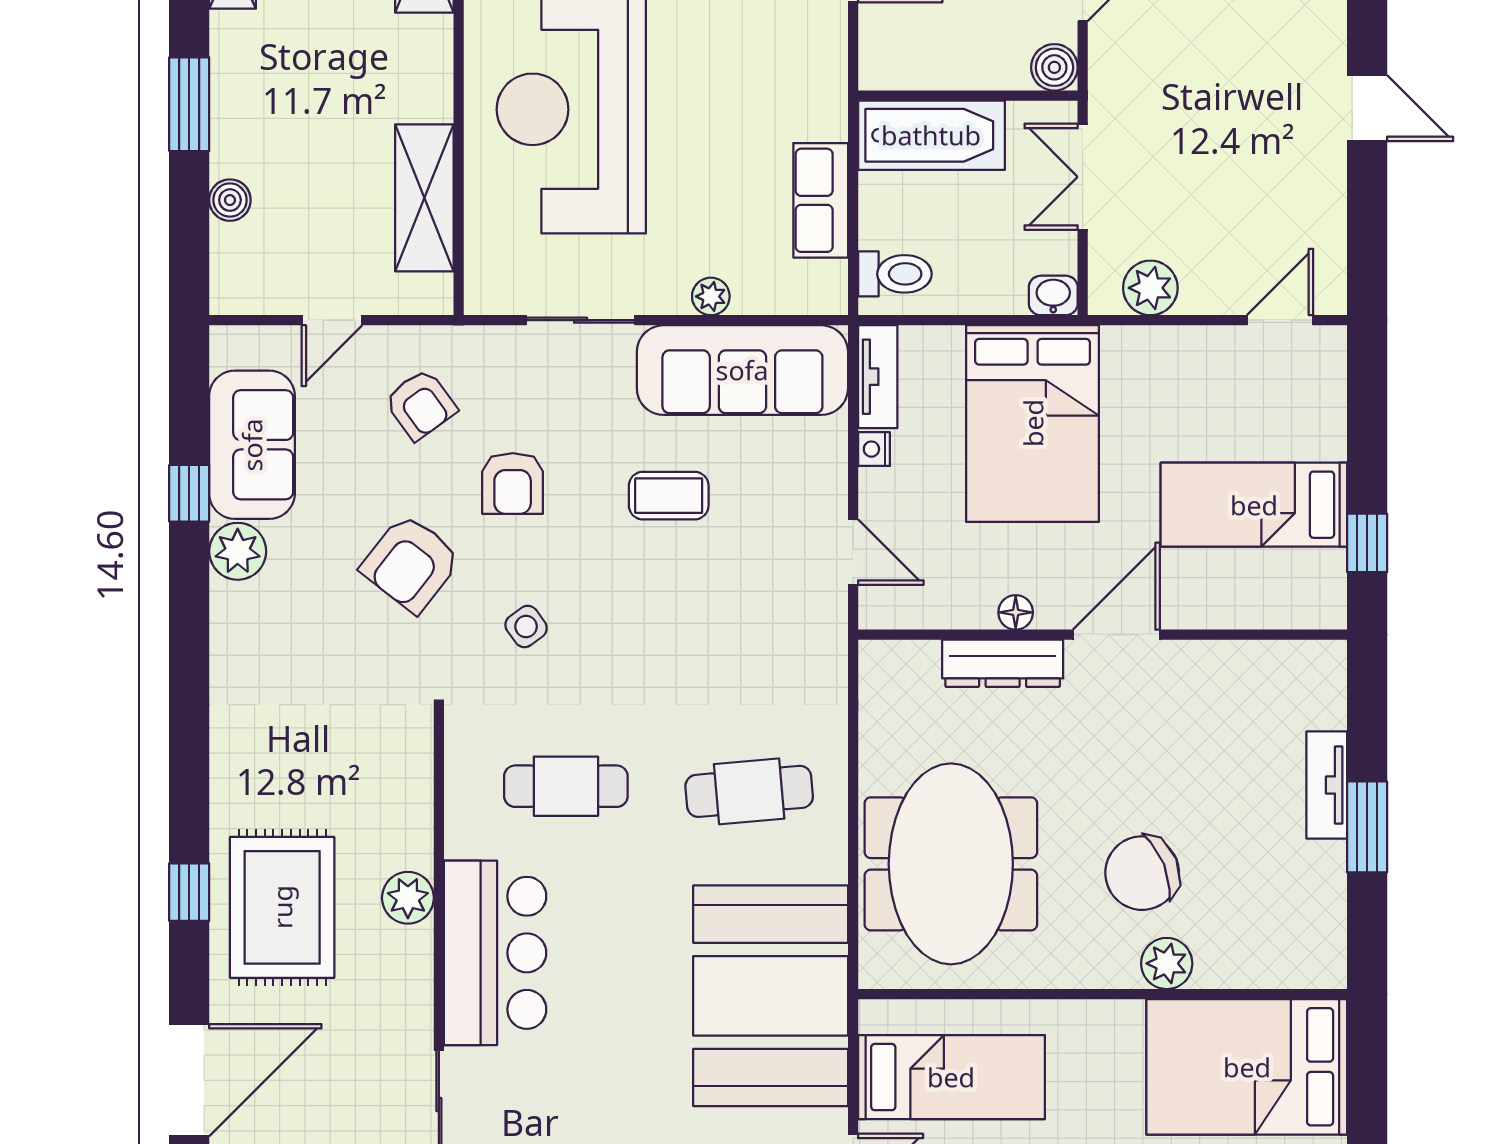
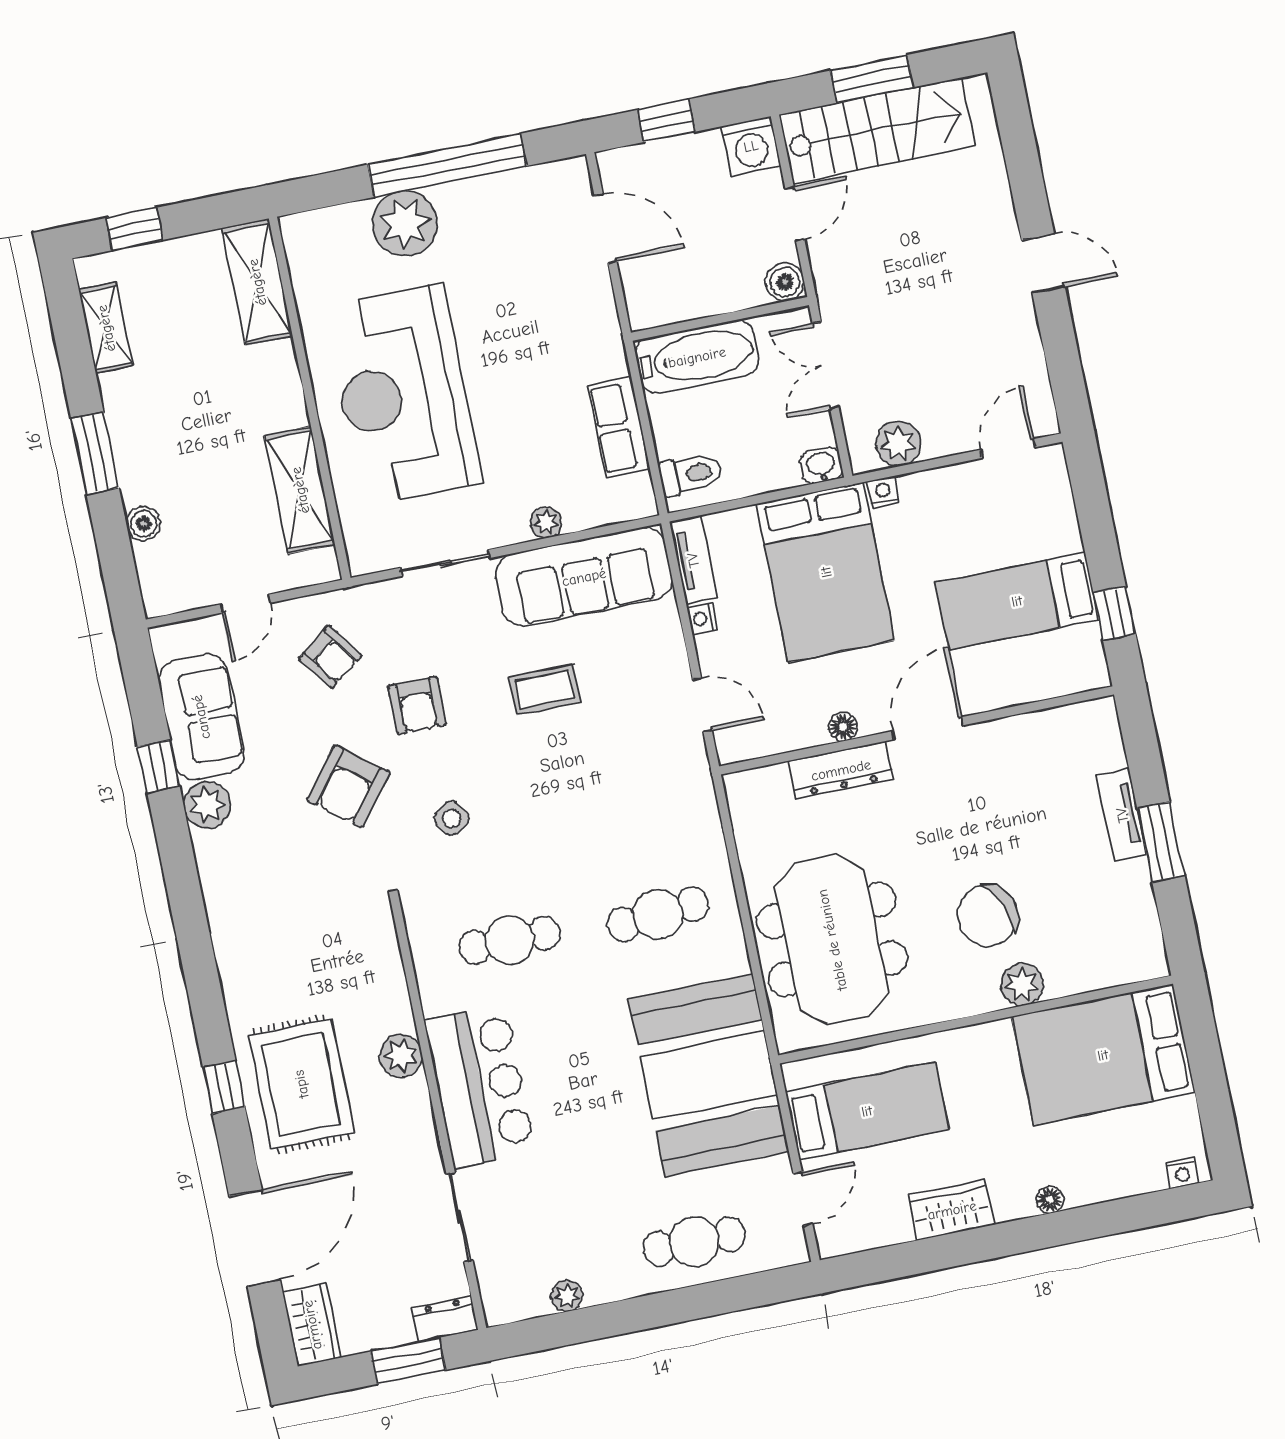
nightstand: (1120, 342) -> (883, 492), added

